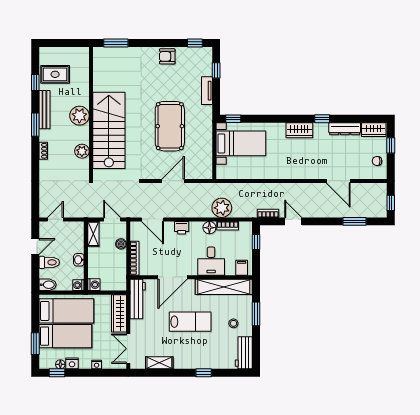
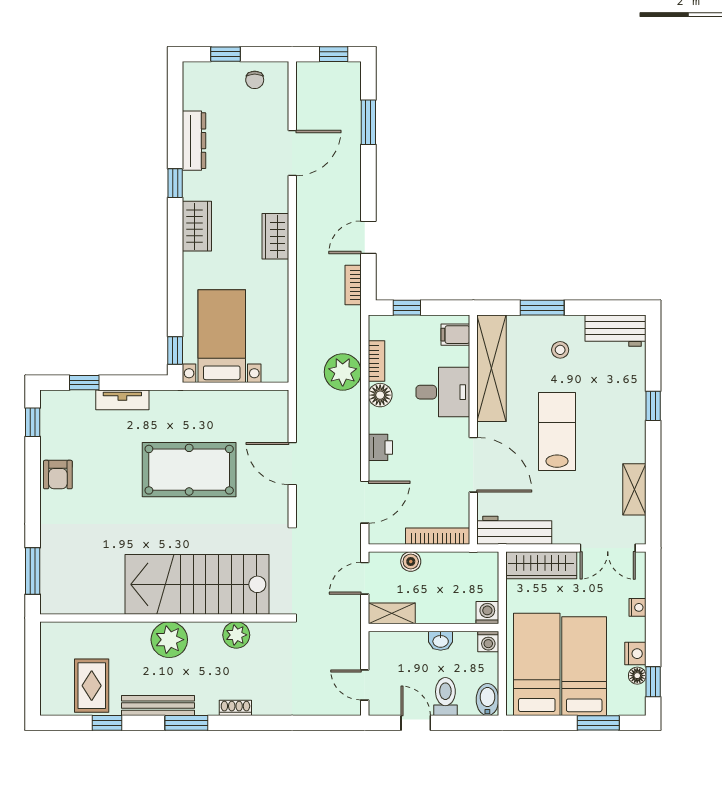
wardrobe: (374, 130) -> (275, 236), moved, turned 180

